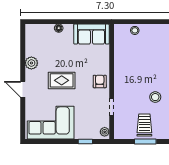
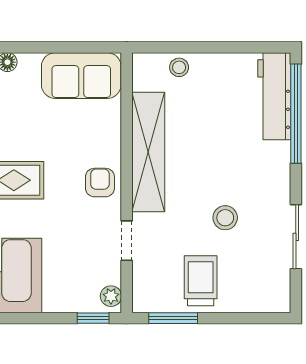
shelving: (121, 68) -> (148, 152), added
window: (85, 142) -> (93, 318), moved
window: (145, 142) -> (173, 318), moved

